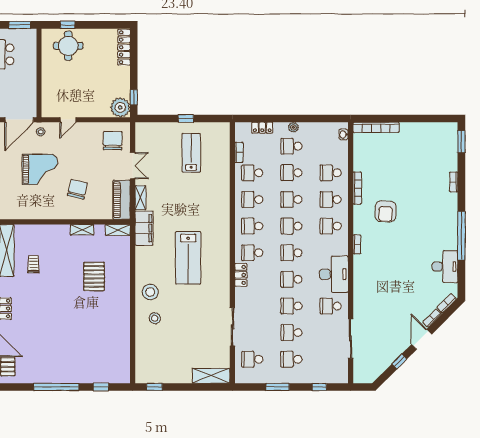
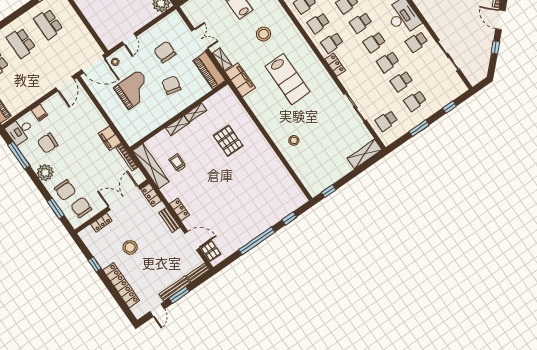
door: (19, 120) -> (93, 64), hinge flipped
chair: (113, 141) -> (165, 52), moved
shelving: (118, 230) -> (177, 126), moved
stool: (150, 292) -> (264, 34), moved

